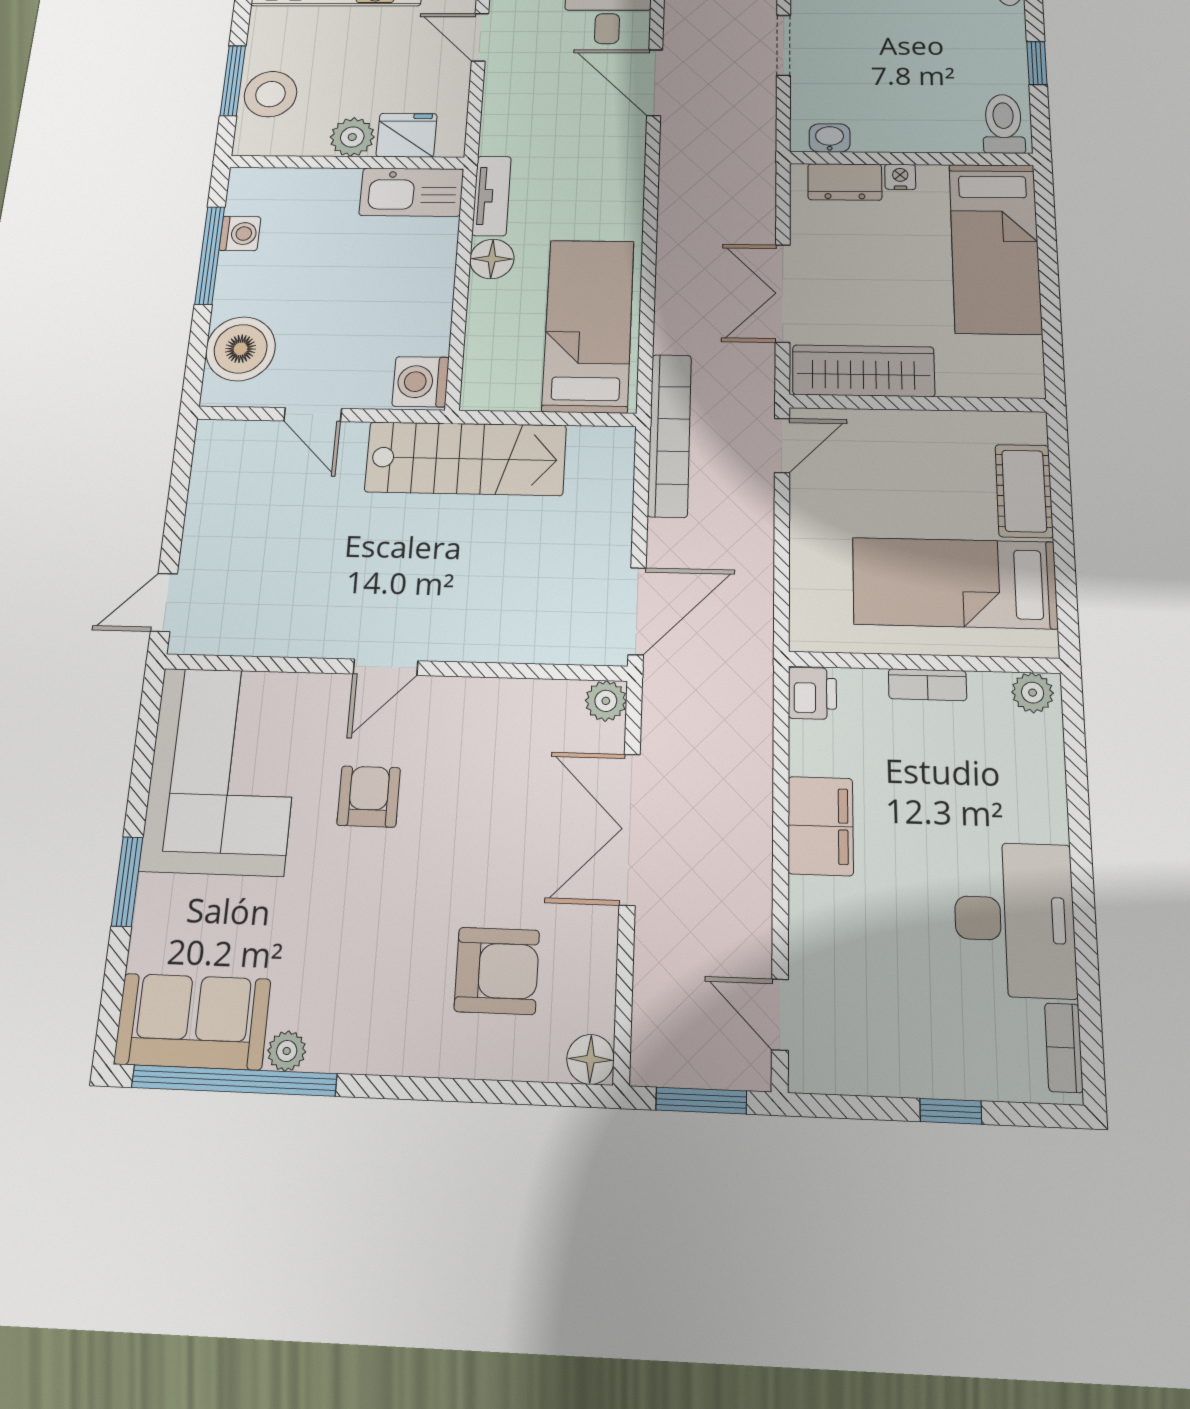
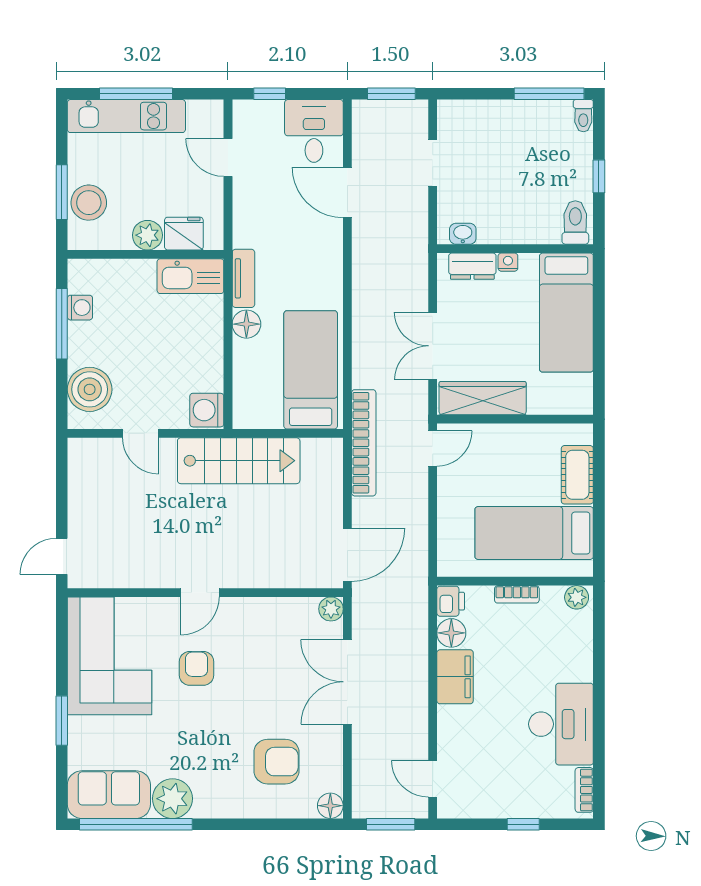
floor lamp: (814, 748) -> (451, 633), added
plant: (287, 1051) -> (172, 799), width x1.87, depth x1.87

